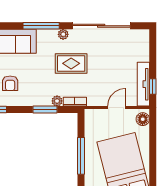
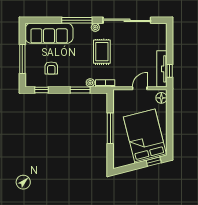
rug: (71, 63) -> (102, 52), turned 90

